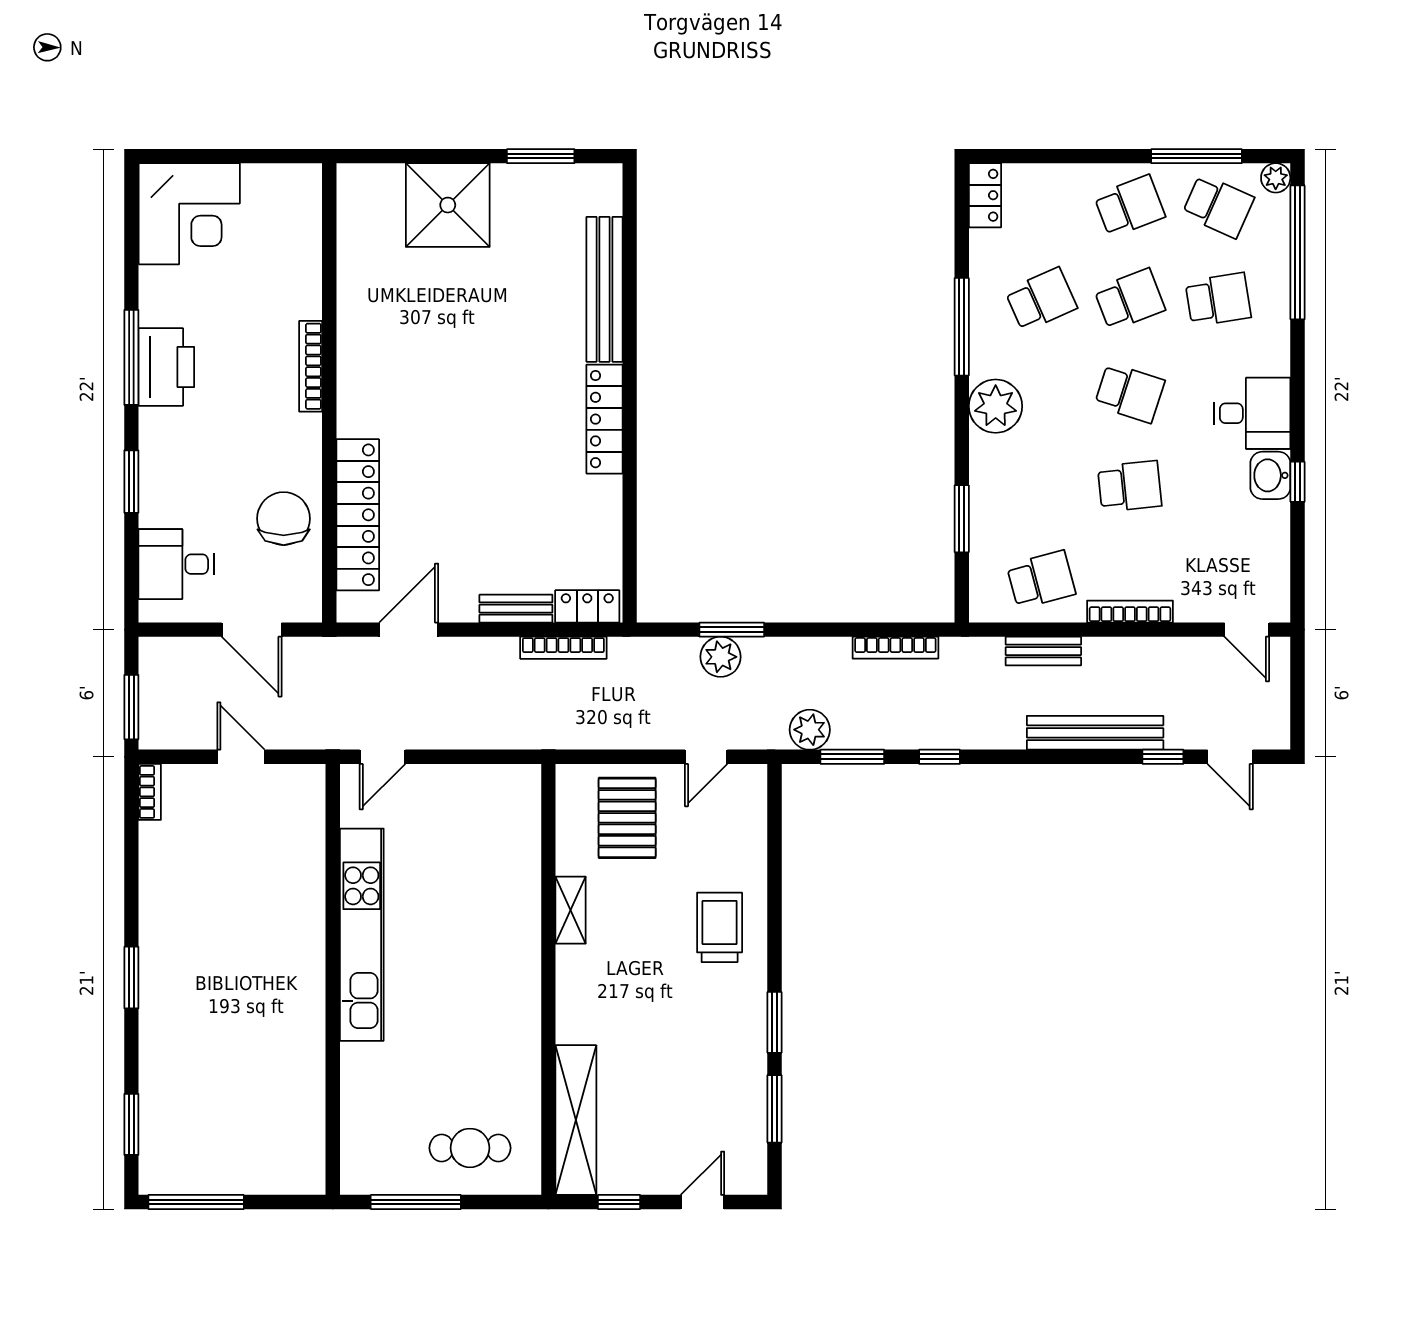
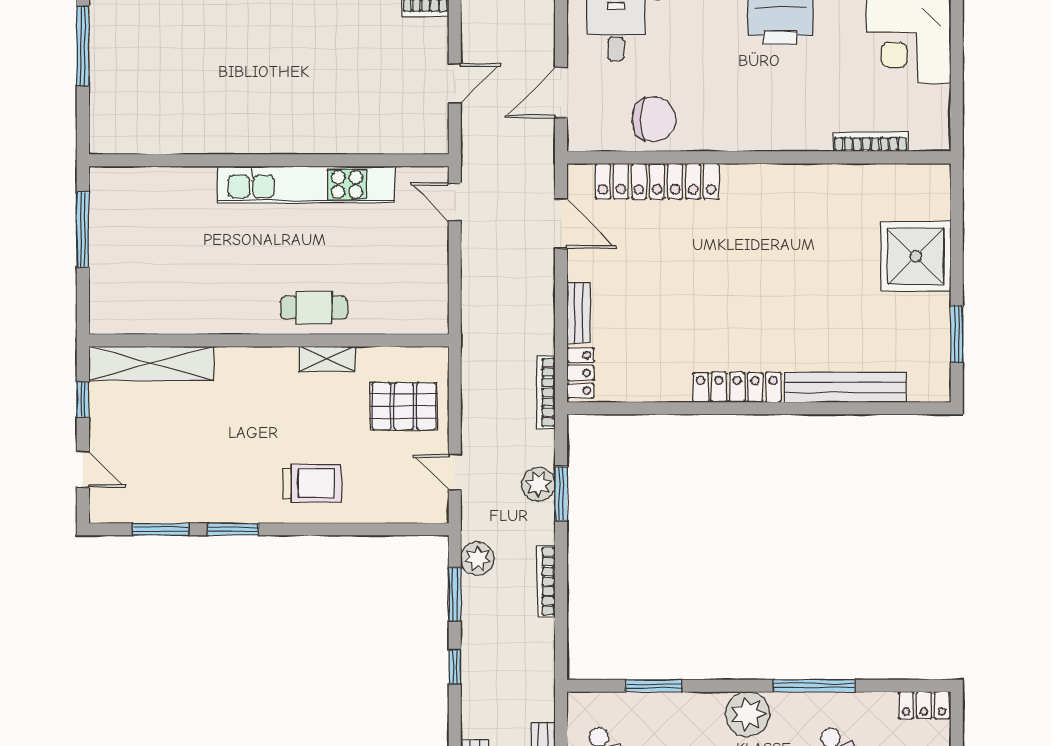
bookcase: (311, 366) -> (871, 142), moved
bookcase: (563, 648) -> (546, 392), moved
bookcase: (895, 648) -> (546, 581), moved
cafe table: (470, 1148) -> (314, 308), moved, turned 90

